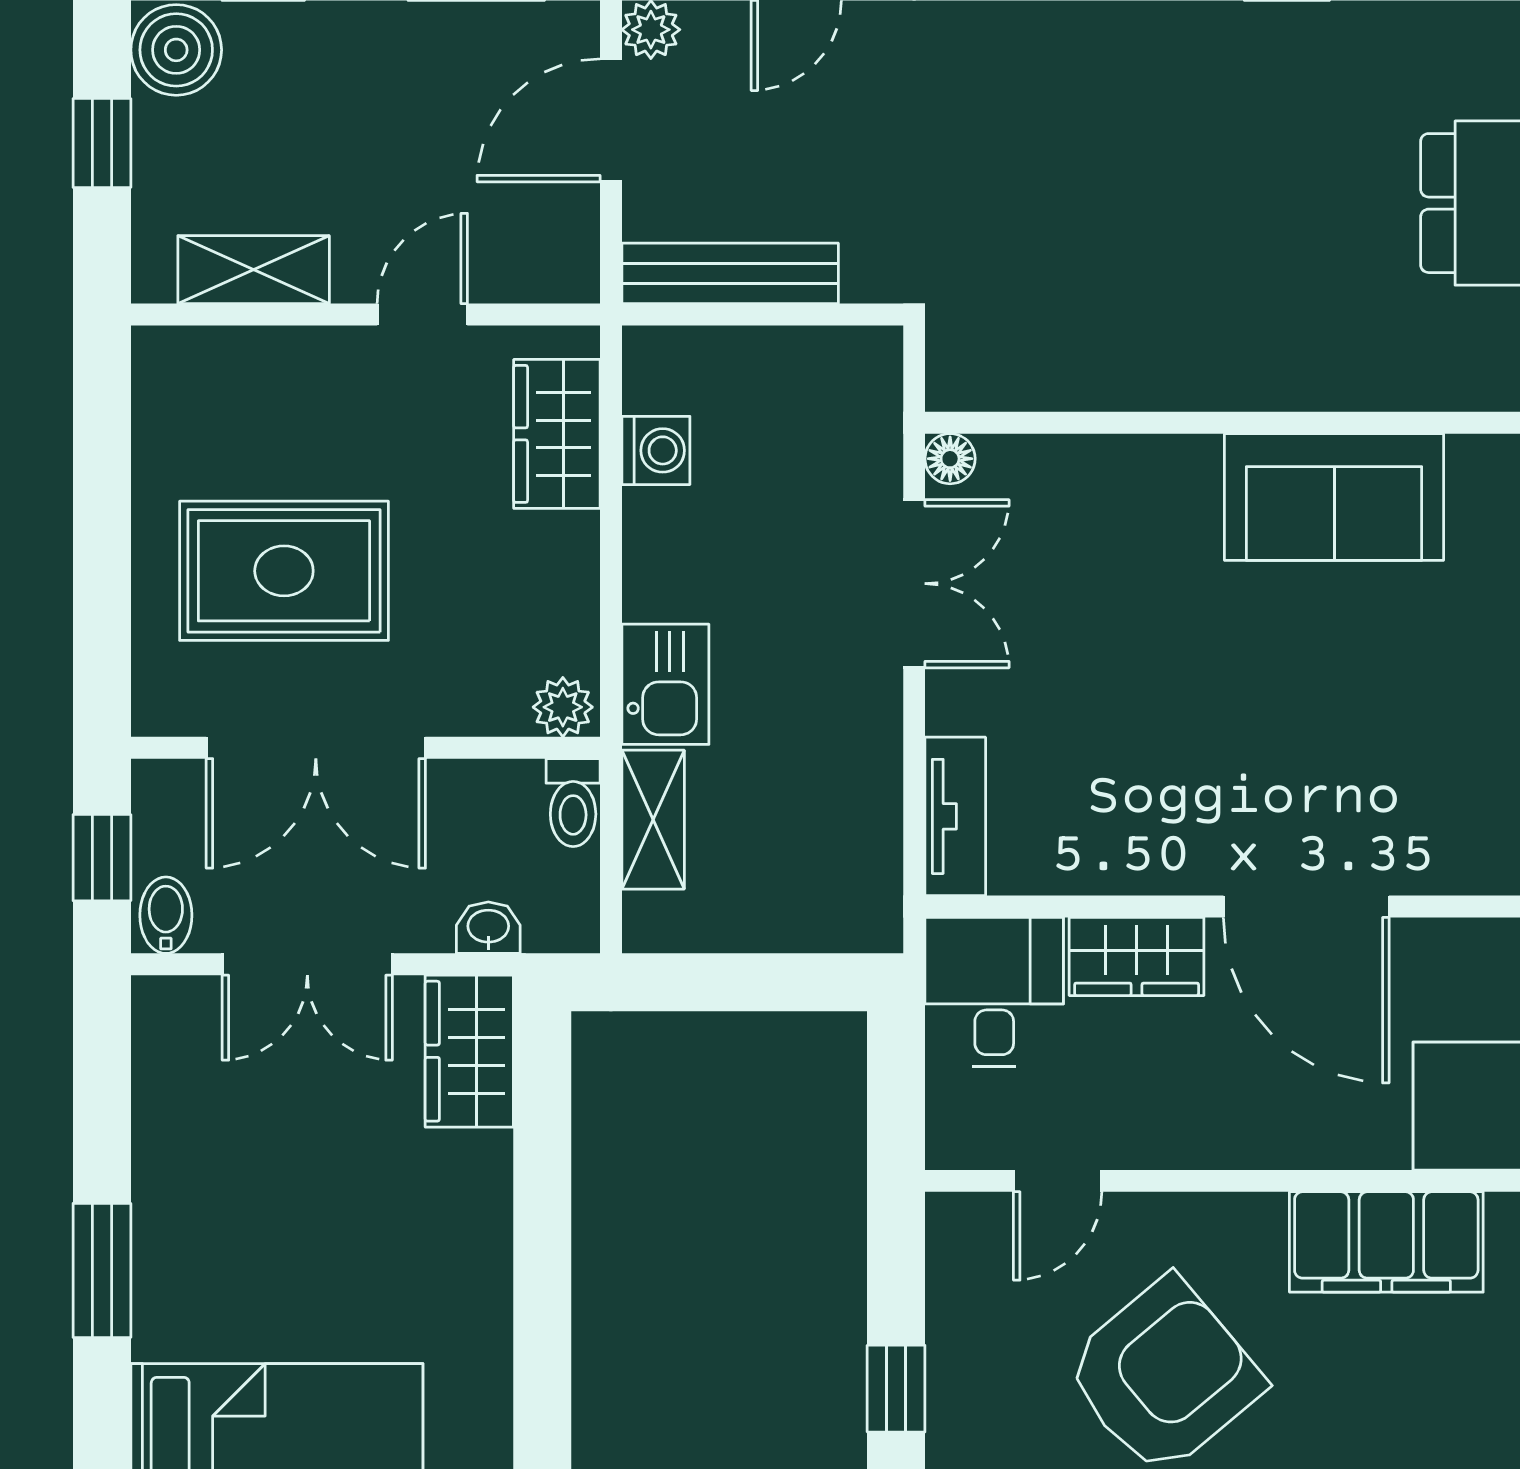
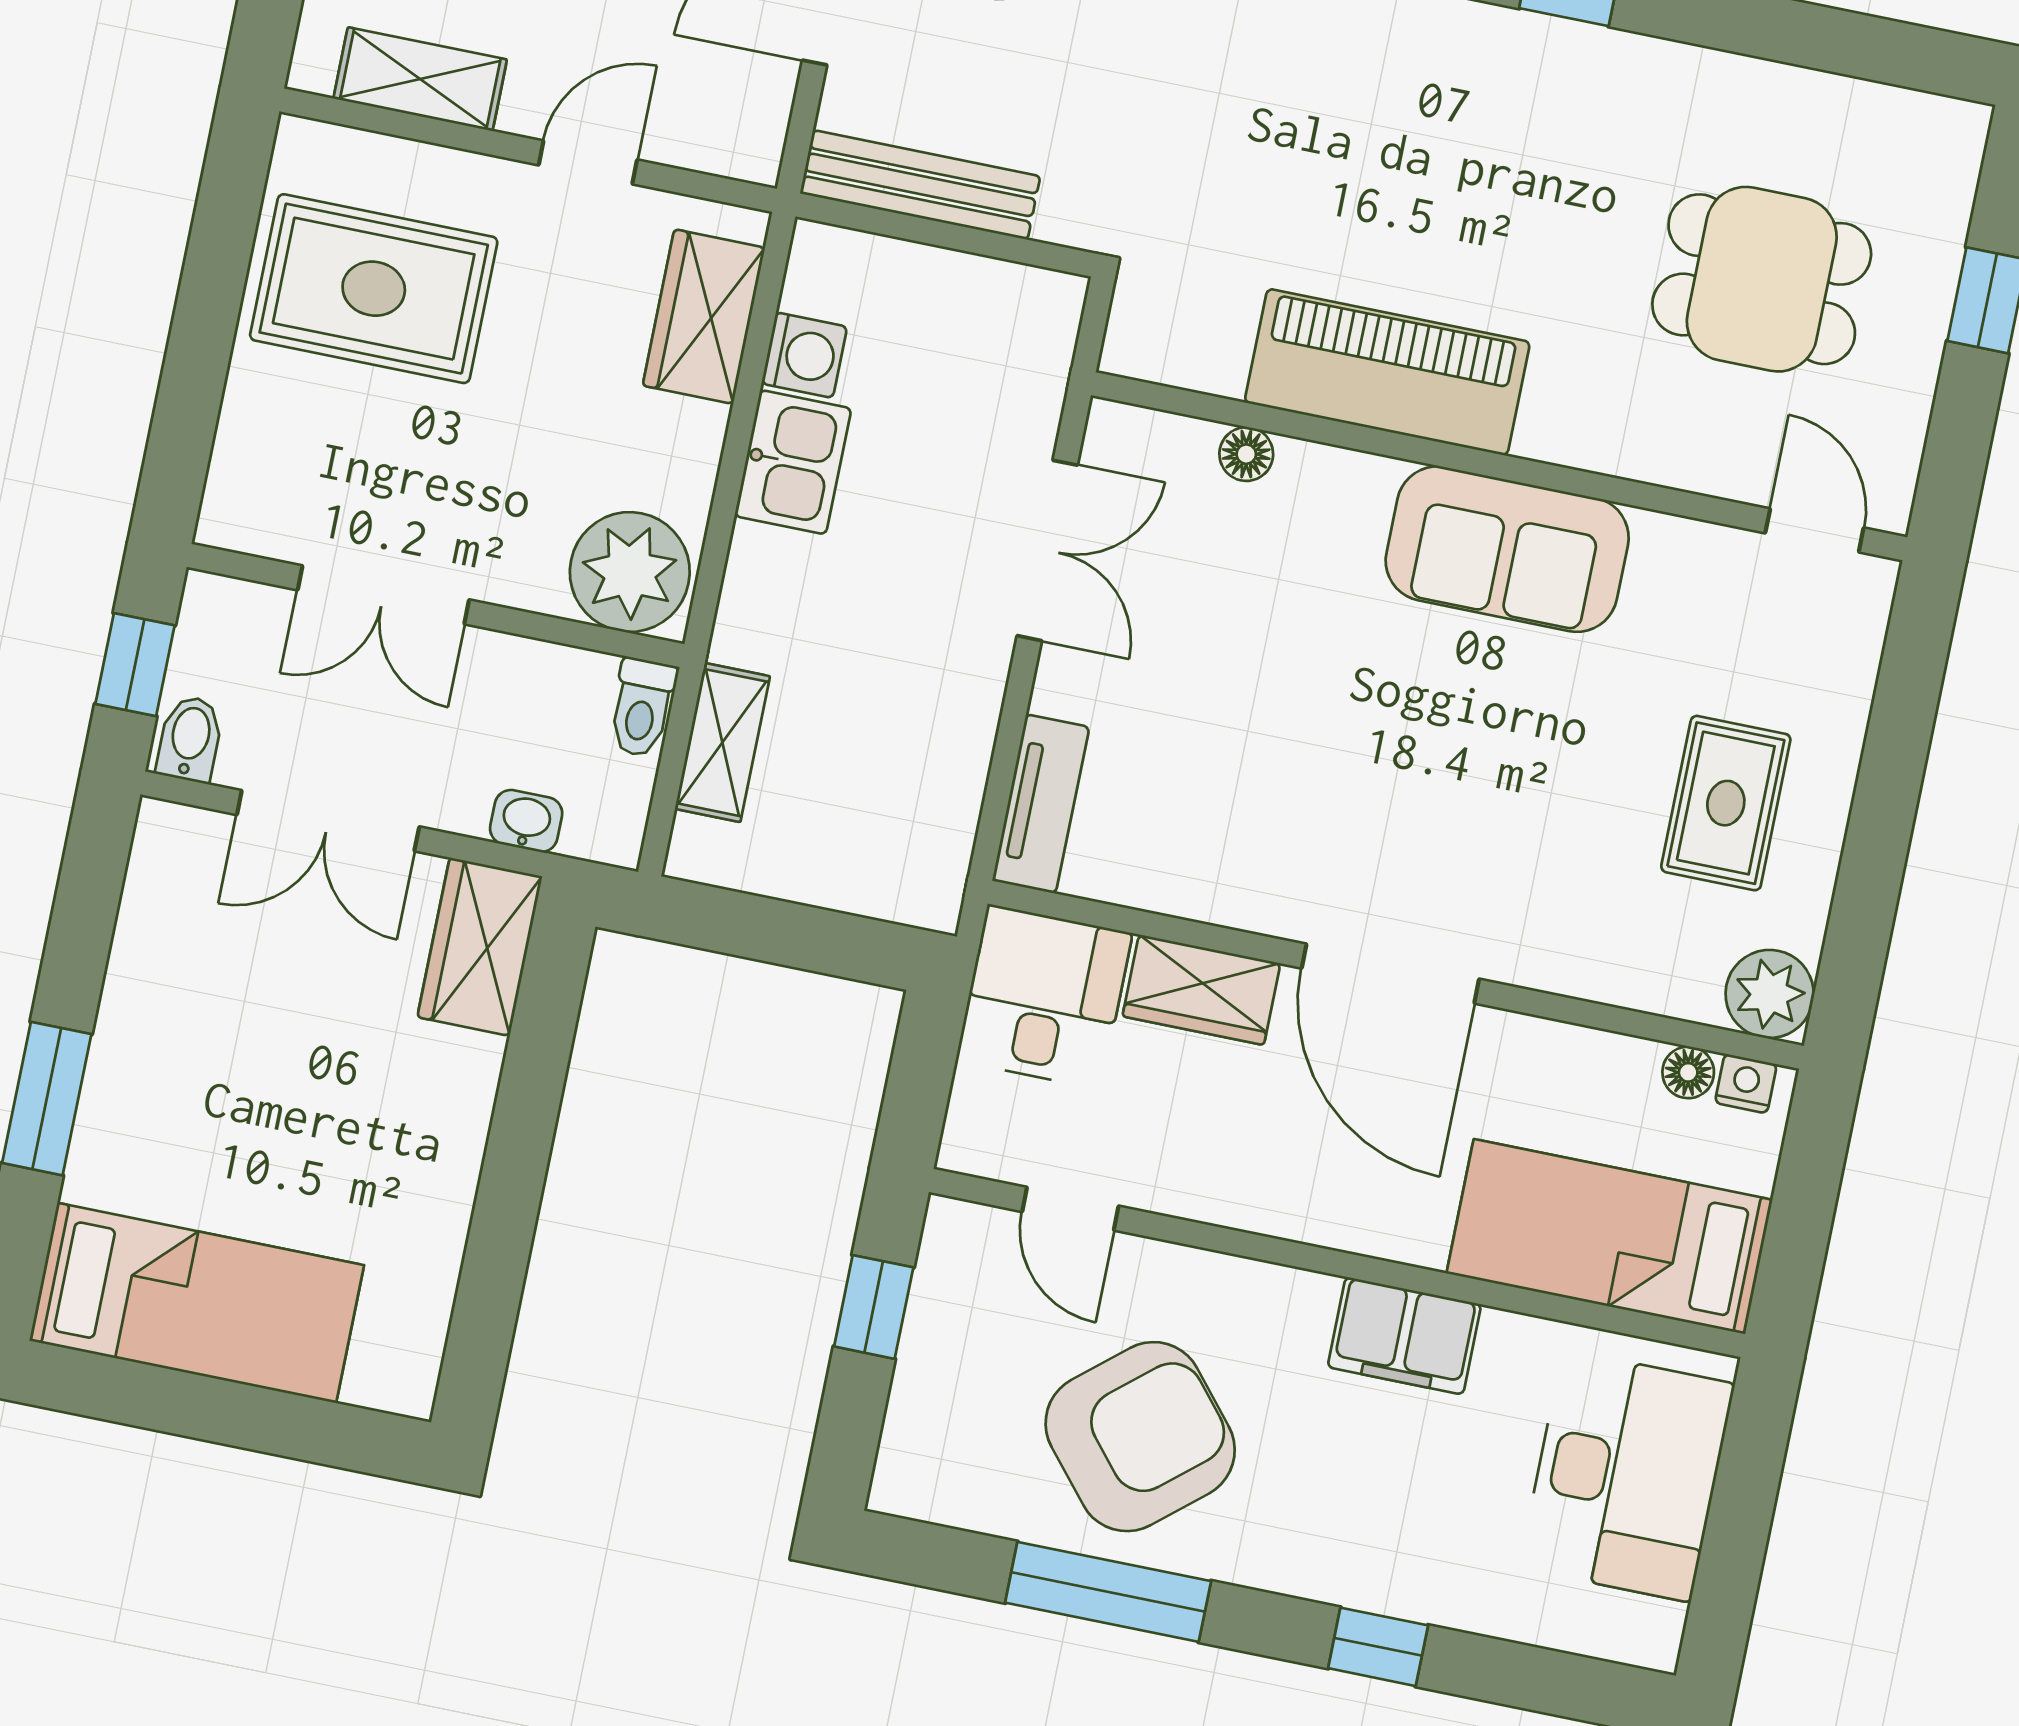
piano: (1192, 358) -> (1387, 372), added
floor lamp: (950, 459) -> (1246, 454), moved
rug: (284, 571) -> (374, 289), moved
kitchen sink: (665, 684) -> (793, 462), moved
plant: (563, 707) -> (630, 572), width x1.88, depth x1.88
double door: (316, 748) -> (383, 595), width x0.73
door: (1058, 1181) -> (1070, 1209), hinge flipped
filing cabinet: (1386, 1242) -> (1404, 1336), width x0.67, depth x0.86
window: (896, 1389) -> (874, 1307), moved

